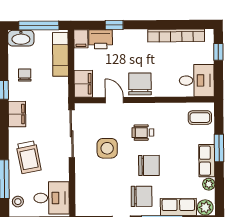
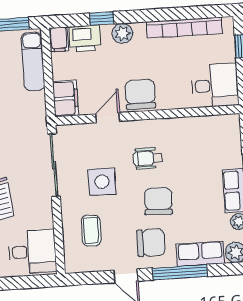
plant: (129, 37) -> (122, 33), added
door: (114, 100) -> (108, 118), hinge flipped
coffee table: (200, 118) -> (91, 231), moved, turned 90
chair: (149, 165) -> (158, 201), turned -88

